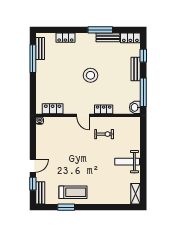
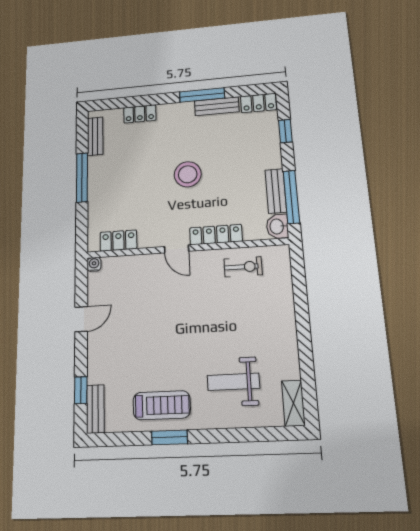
window: (33, 59) -> (82, 178), moved
bench: (136, 69) -> (276, 191), moved
locker: (104, 109) -> (216, 235), width x1.53
exercise bike: (104, 134) -> (243, 267), moved
weight bench: (127, 162) -> (233, 382), moved
door: (33, 166) -> (81, 319), moved
window: (66, 207) -> (169, 437), moved

